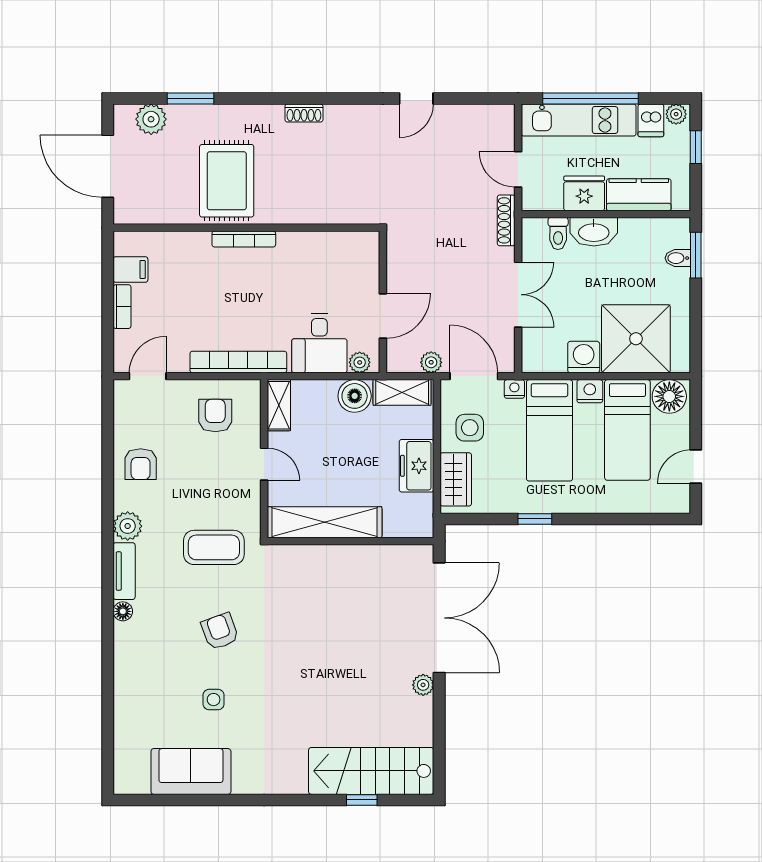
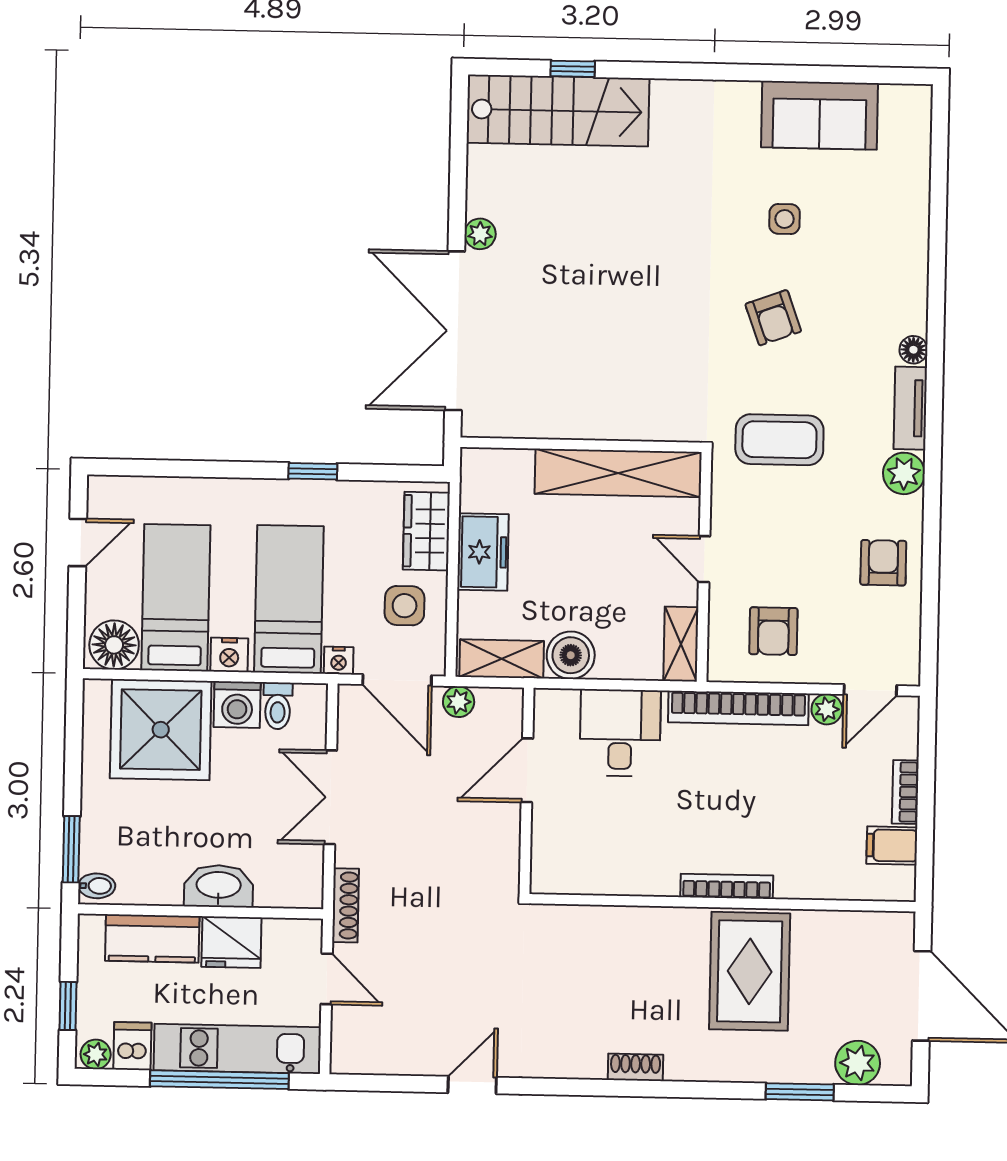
toilet: (558, 233) -> (278, 706), moved, turned 180
bidet: (678, 258) -> (97, 886), moved
plant: (360, 362) -> (827, 709), moved

